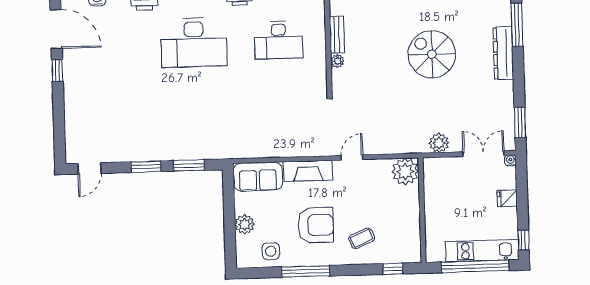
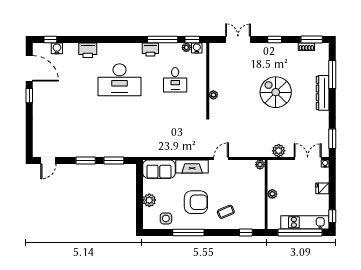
bench: (337, 35) -> (214, 77), removed
desk: (278, 40) -> (175, 80), width x0.73
plant: (405, 171) -> (260, 165), width x0.53, depth x0.53
plant: (431, 209) -> (272, 194), added

